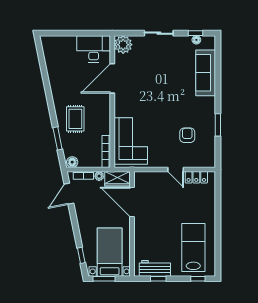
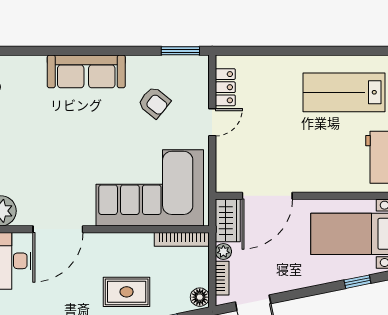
sofa: (206, 73) -> (86, 71), moved
door: (112, 78) -> (58, 229), hinge flipped
window: (218, 125) -> (180, 51), moved
armchair: (187, 135) -> (154, 102), turned -141
corner sofa: (131, 141) -> (150, 188), width x1.36, depth x1.36

